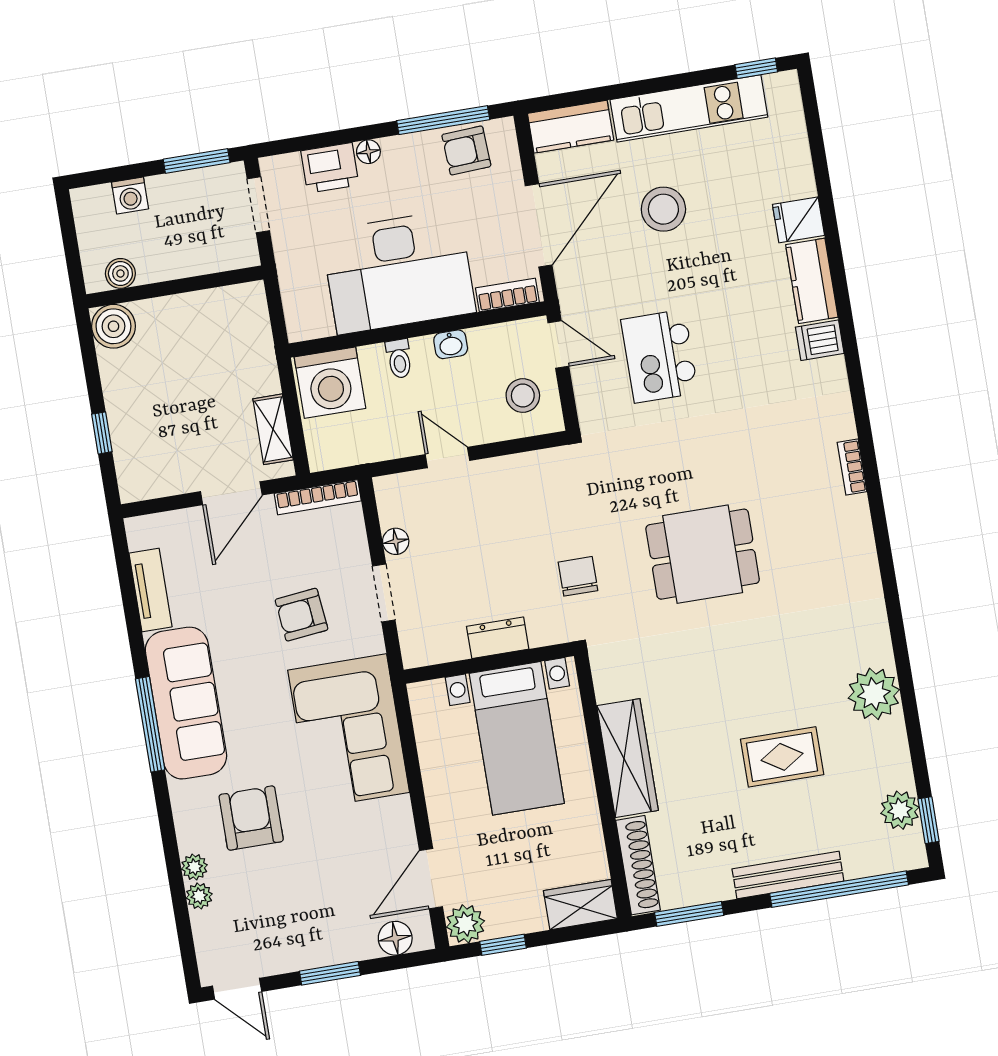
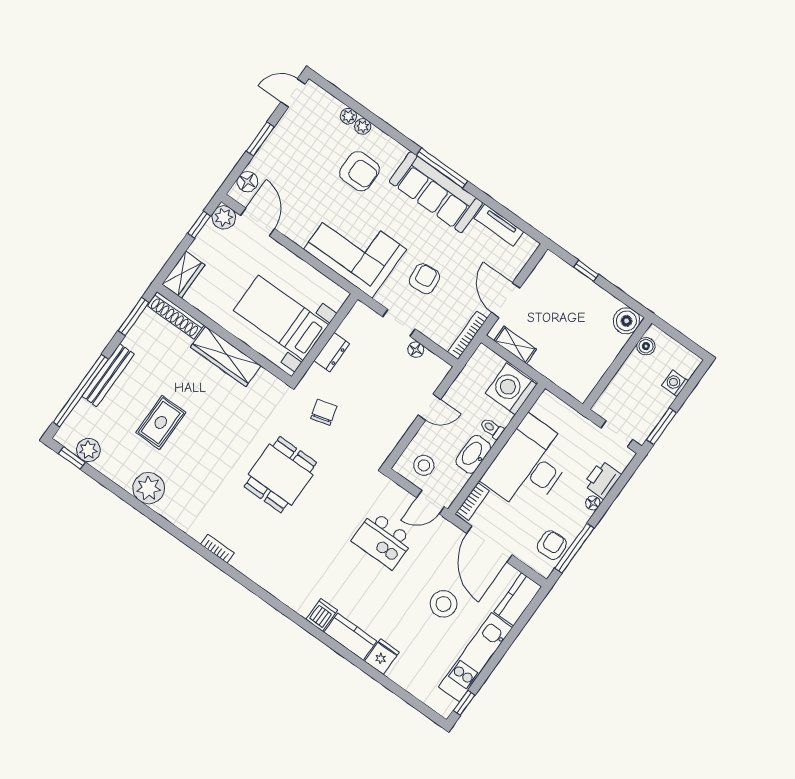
washbasin: (451, 344) -> (473, 454), width x1.91, depth x1.45
kitchen island: (659, 356) -> (383, 540), turned 180
bookcase: (852, 467) -> (217, 549), moved
chair: (578, 576) -> (324, 412), turned -105

